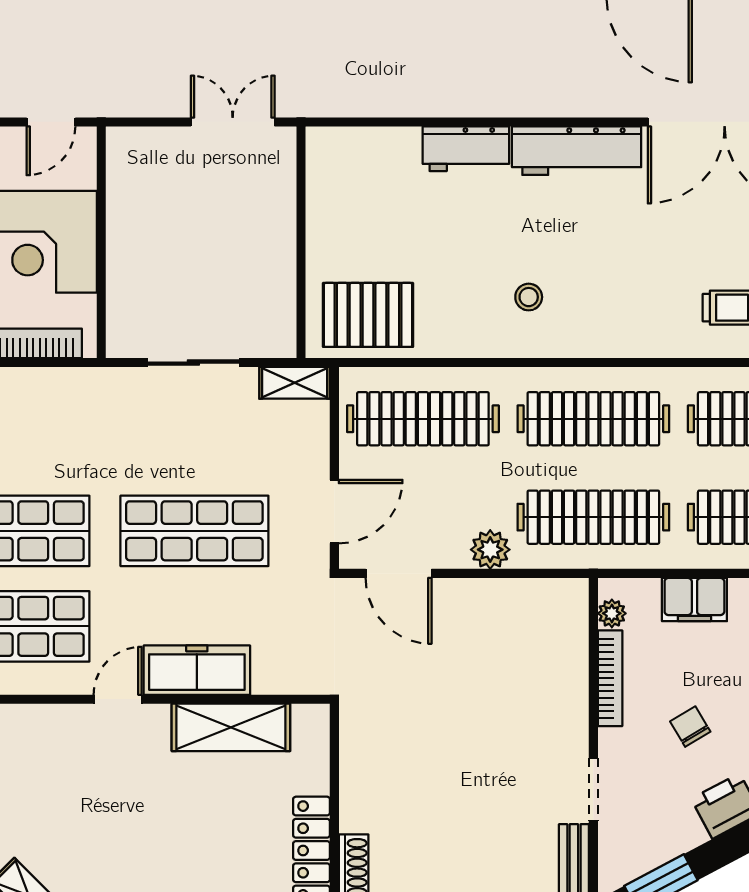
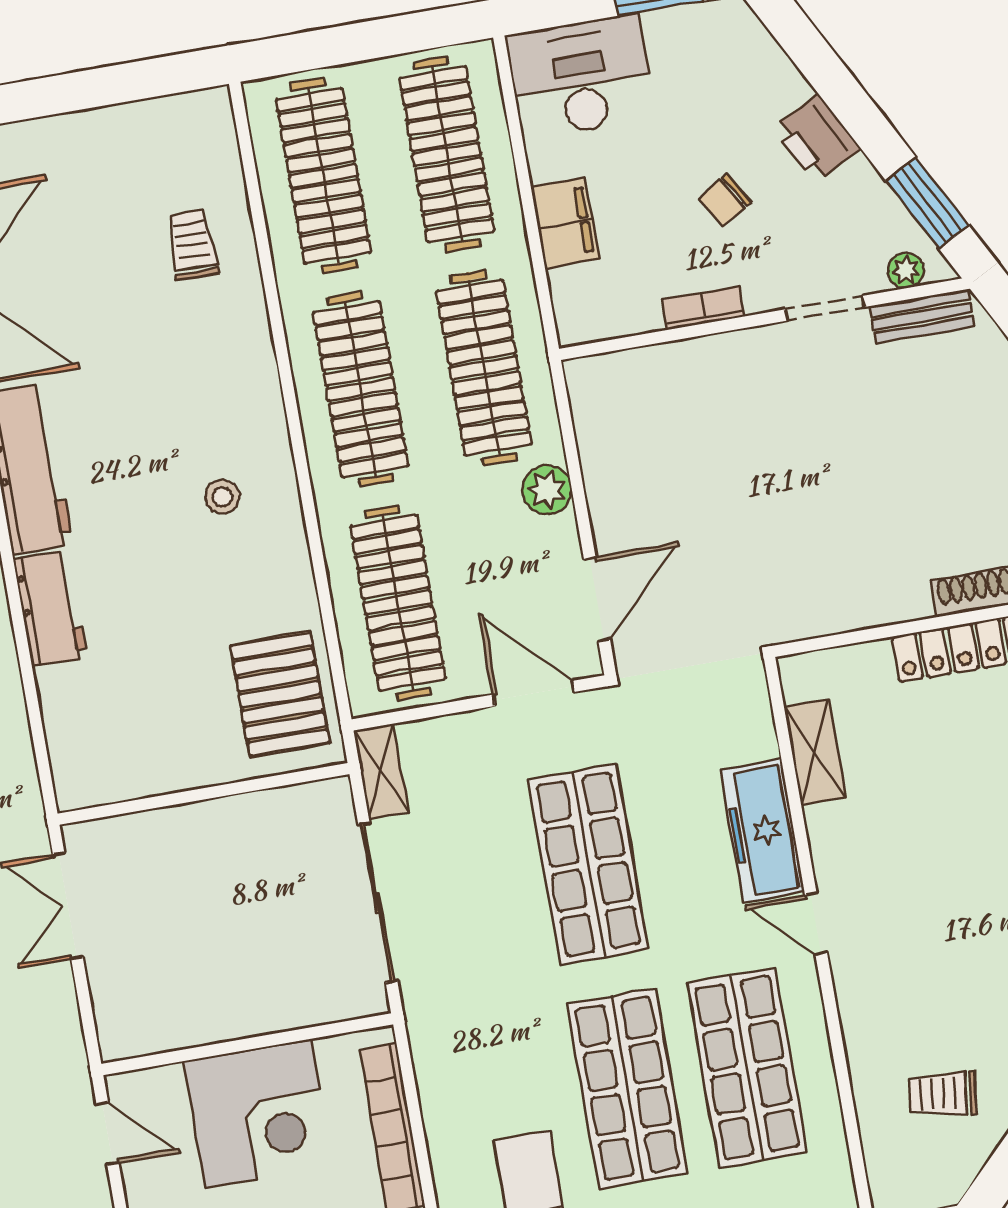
sliding door: (193, 363) -> (378, 903), width x1.37
plant: (612, 613) -> (906, 270), moved
bookcase: (610, 678) -> (704, 308), width x0.64
shelving: (231, 727) -> (815, 752), width x0.67, depth x0.75

